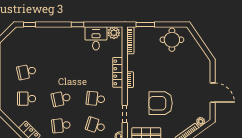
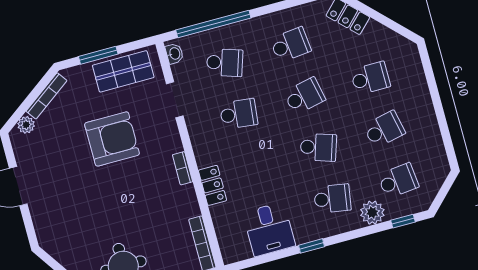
plant: (114, 33) -> (372, 213), moved
school desk: (27, 45) -> (398, 181), added
school desk: (61, 45) -> (332, 199), added
school desk: (61, 72) -> (318, 147), added
locker: (118, 72) -> (213, 185), width x0.66

